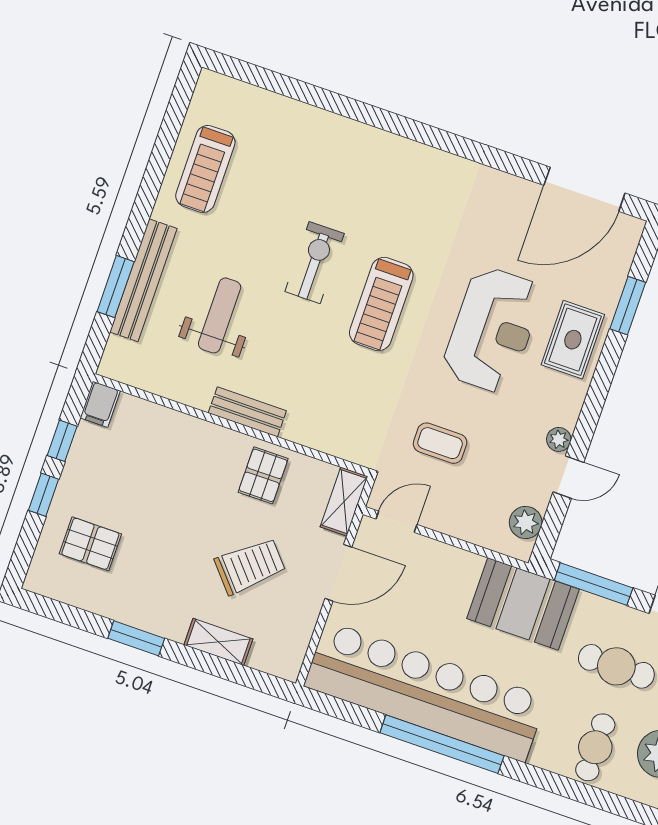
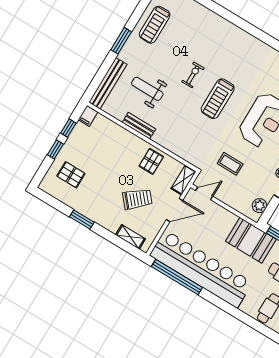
exercise bike: (315, 263) -> (193, 75), width x0.73, depth x0.72
bench: (143, 280) -> (108, 83), moved
window: (116, 287) -> (121, 41), moved
weight bench: (220, 315) -> (147, 89), turned -90
bench: (247, 412) -> (139, 126), moved
shelving: (218, 642) -> (130, 237), moved
window: (442, 744) -> (177, 277), moved

